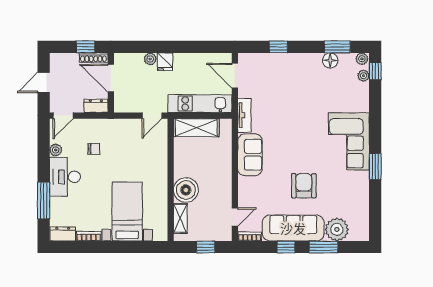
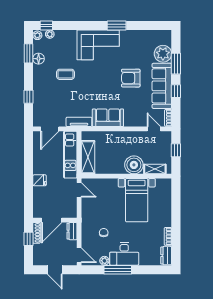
plant: (150, 59) -> (37, 191), removed
coffee table: (309, 97) -> (65, 74), added
window: (44, 200) -> (118, 270), moved
bed with nightstands: (127, 211) -> (137, 200), moved, turned -90

